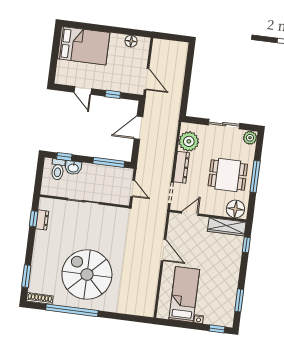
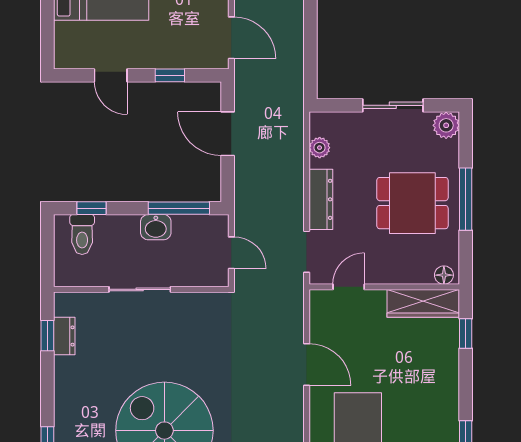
door: (138, 128) -> (228, 134), hinge flipped
plant: (189, 141) -> (320, 148), width x0.53, depth x0.53
washbasin: (73, 168) -> (156, 227), moved
floor lamp: (235, 209) -> (444, 275), width x0.53, depth x0.53

